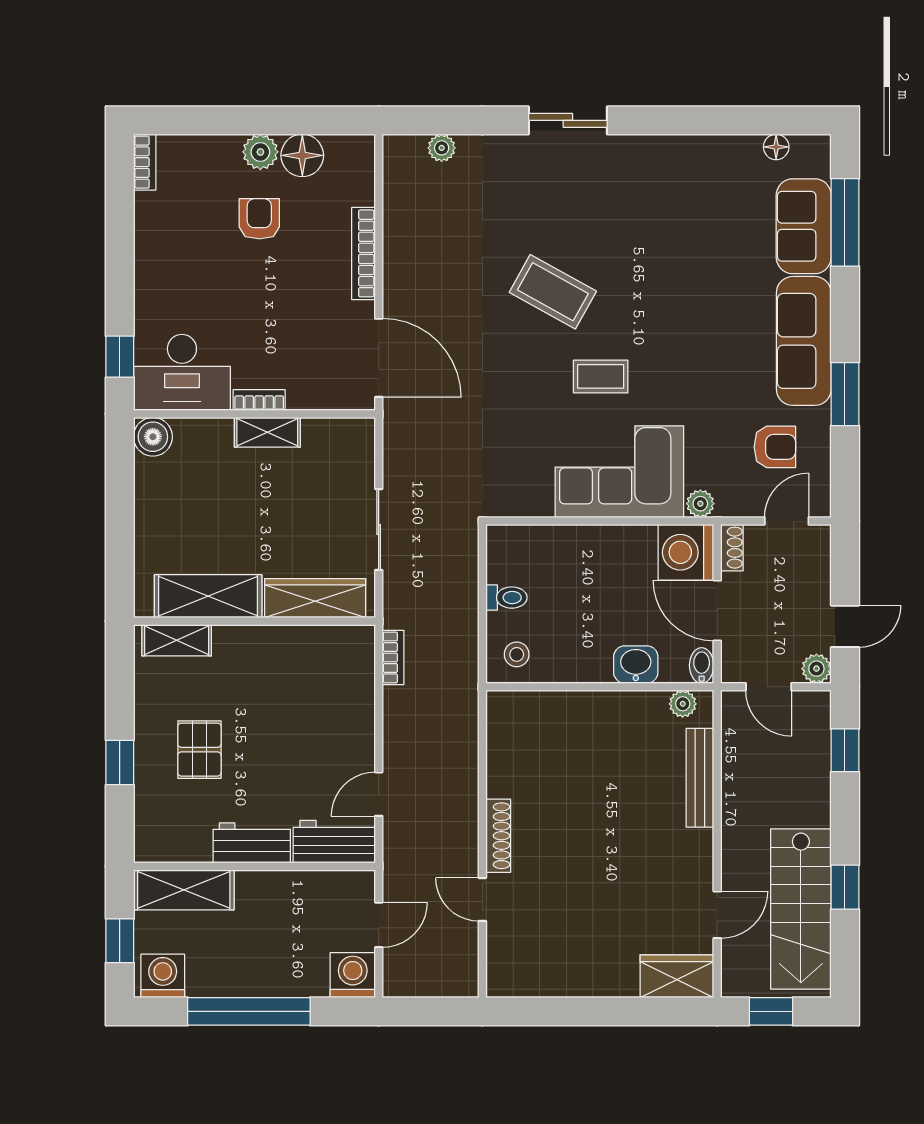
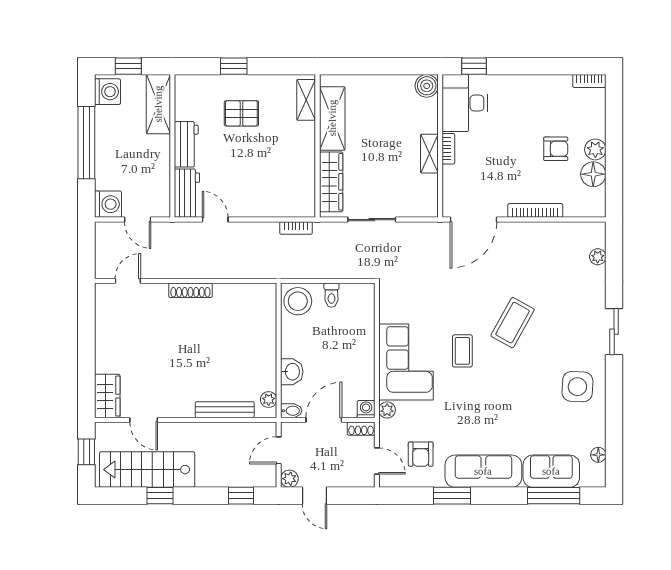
side table: (661, 182) -> (577, 387), added
washing machine: (686, 552) -> (366, 409), width x0.53, depth x0.53
stool: (517, 654) -> (298, 301), width x1.89, depth x1.89
door: (482, 899) -> (128, 281), moved

